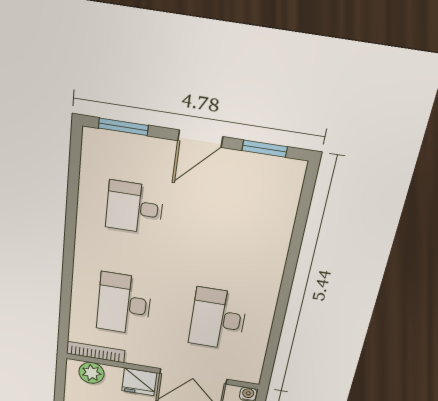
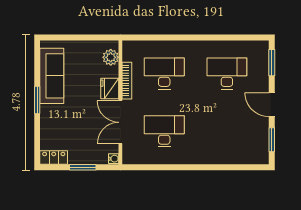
desk: (135, 208) -> (227, 73), width x1.37
bookcase: (96, 352) -> (127, 81), moved

